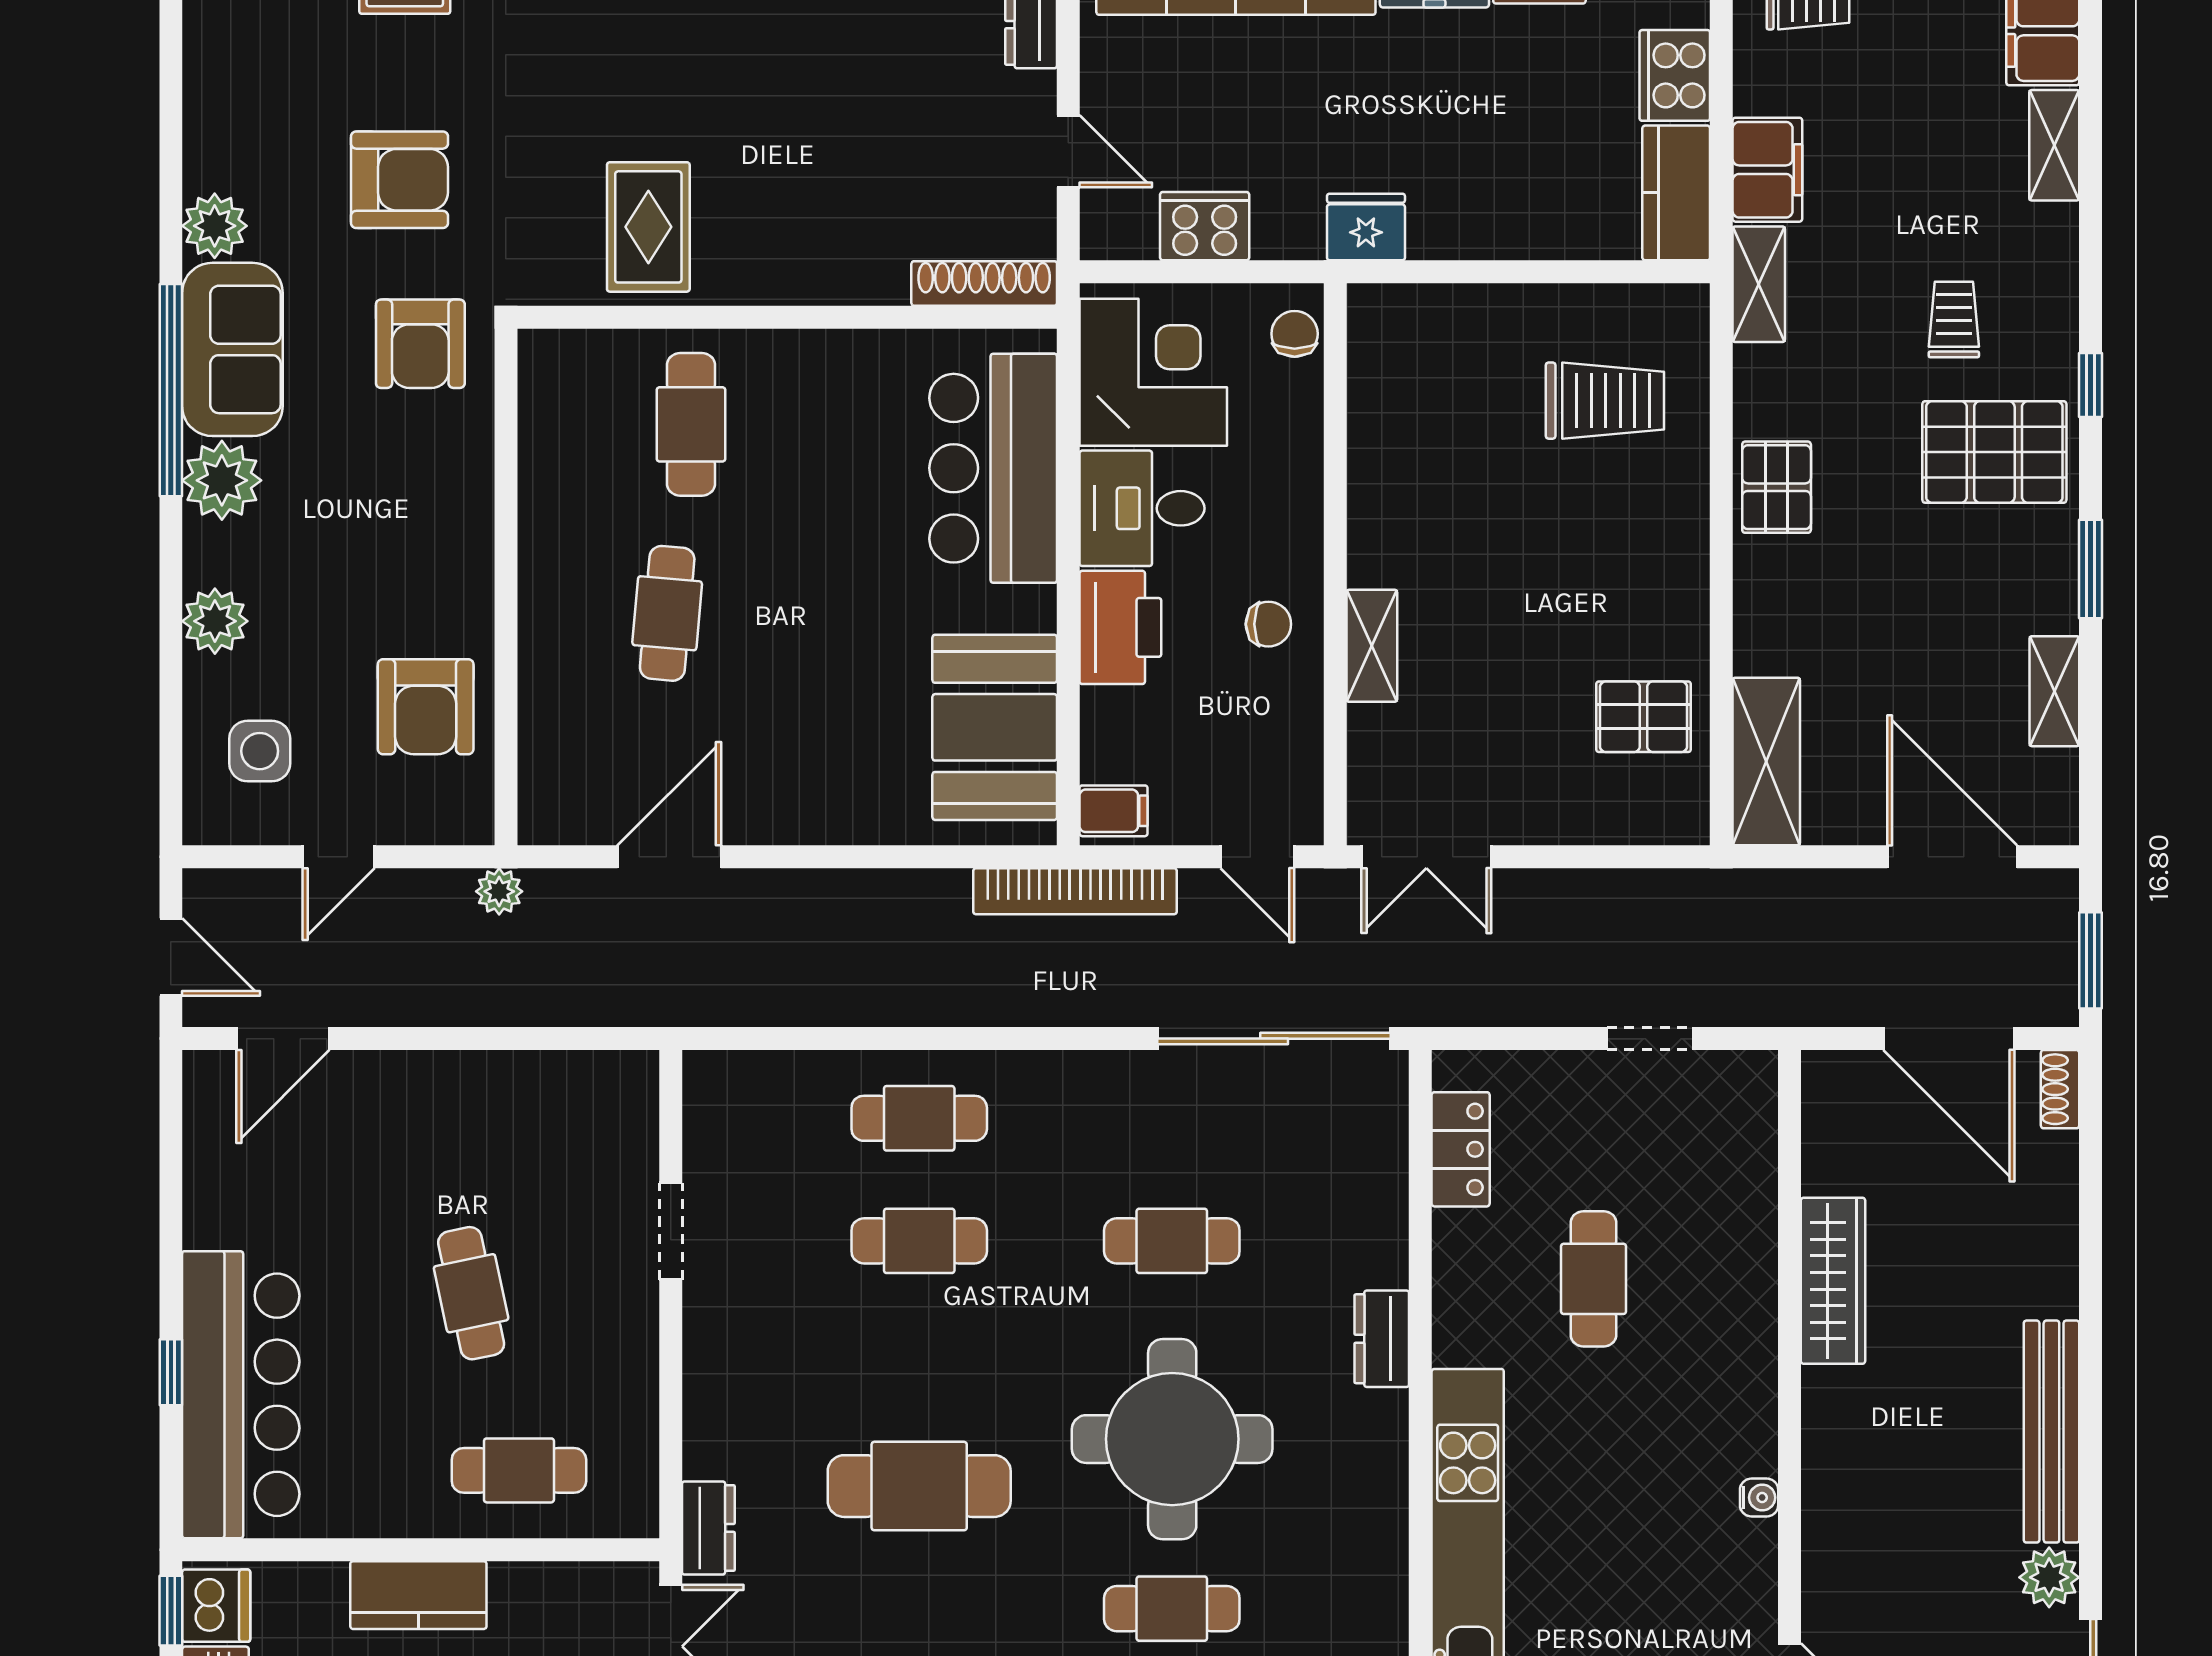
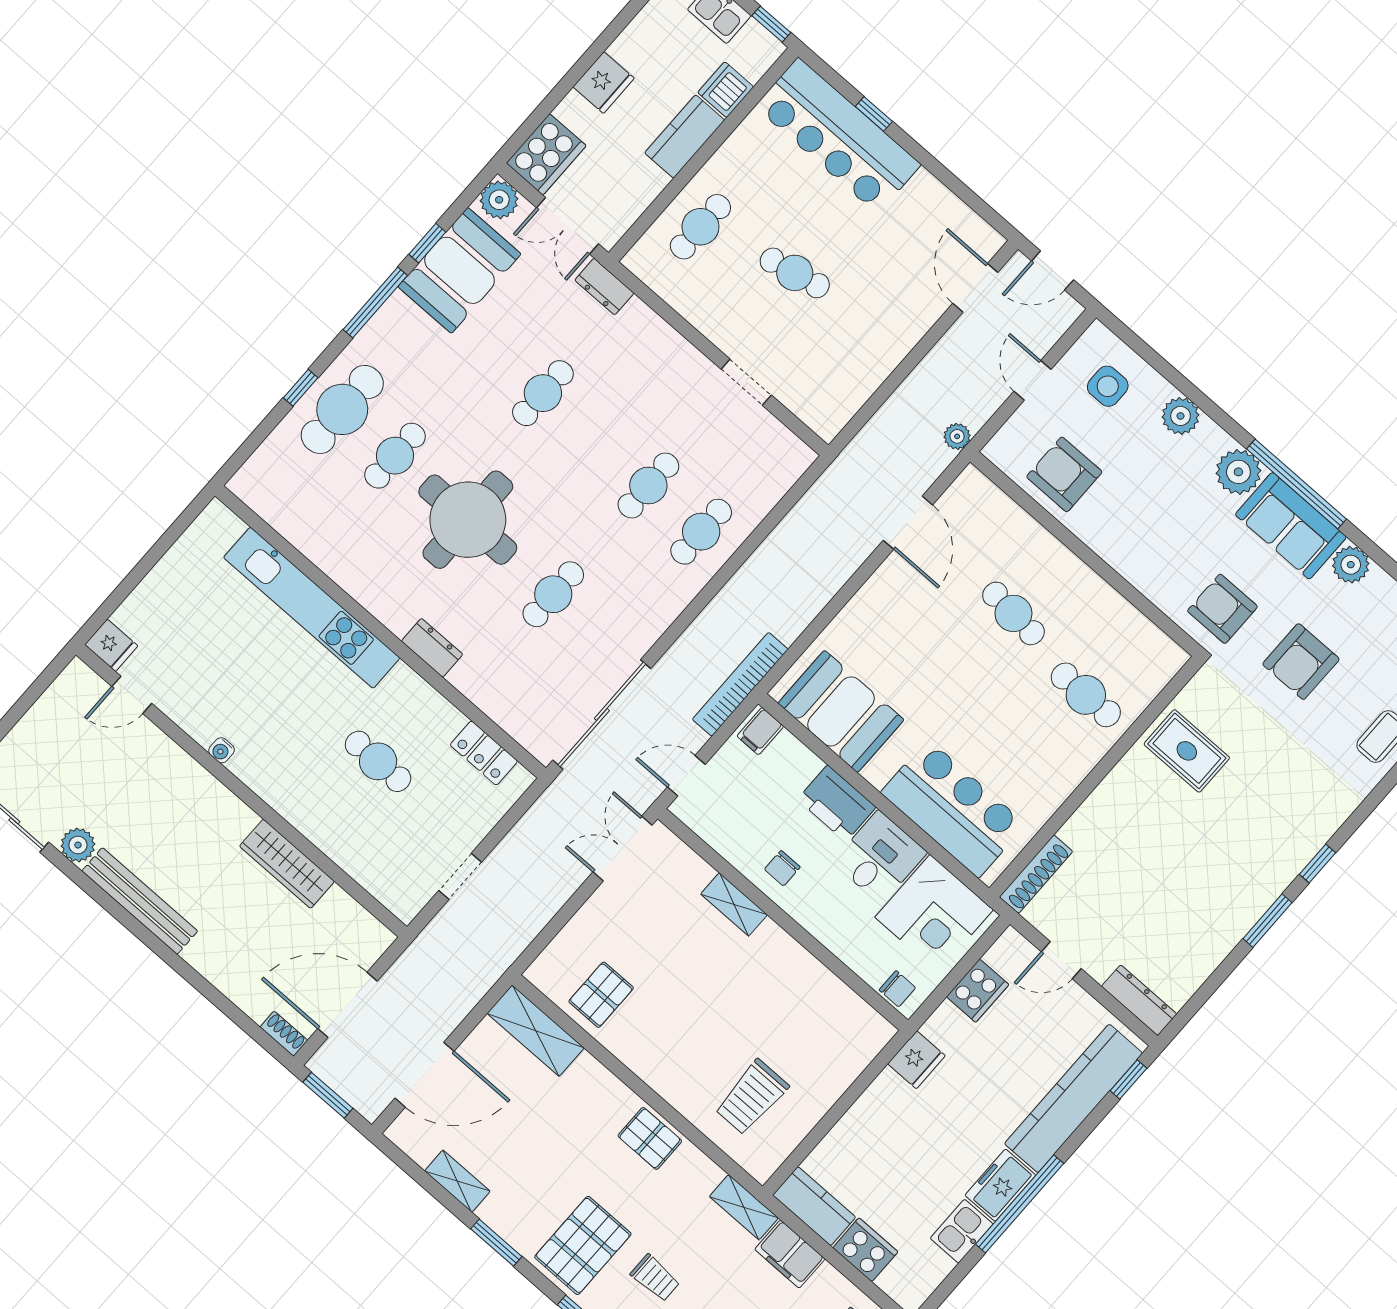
cafe table: (919, 1486) -> (543, 393), width x0.73, depth x0.74
dishwasher: (216, 1606) -> (726, 90), moved, turned 90

